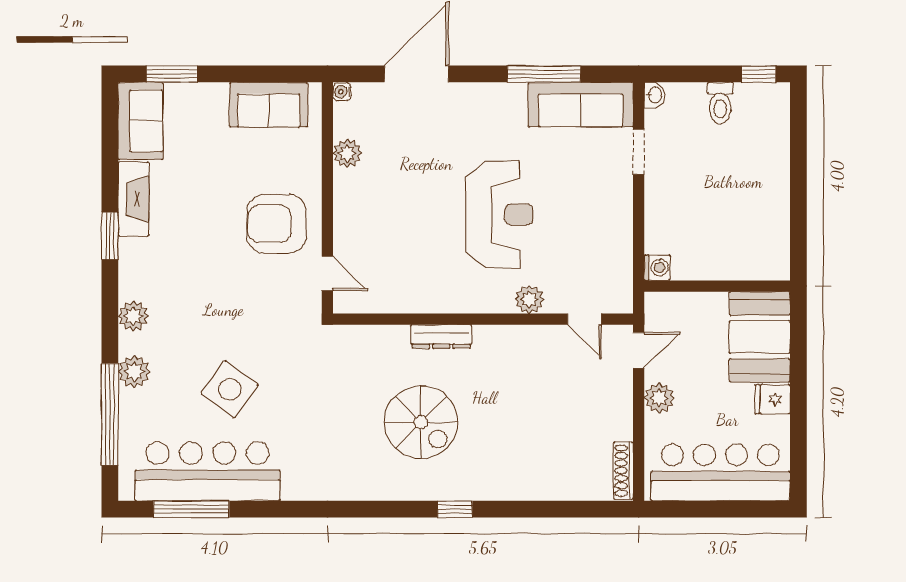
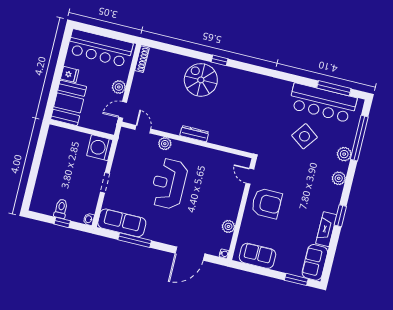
window: (759, 74) -> (62, 222), moved
doorway: (639, 152) -> (105, 183), moved
washing machine: (657, 268) -> (100, 148), width x1.89, depth x1.89
dresser: (441, 337) -> (194, 134), moved
spiral stairs: (421, 422) -> (201, 80), moved

